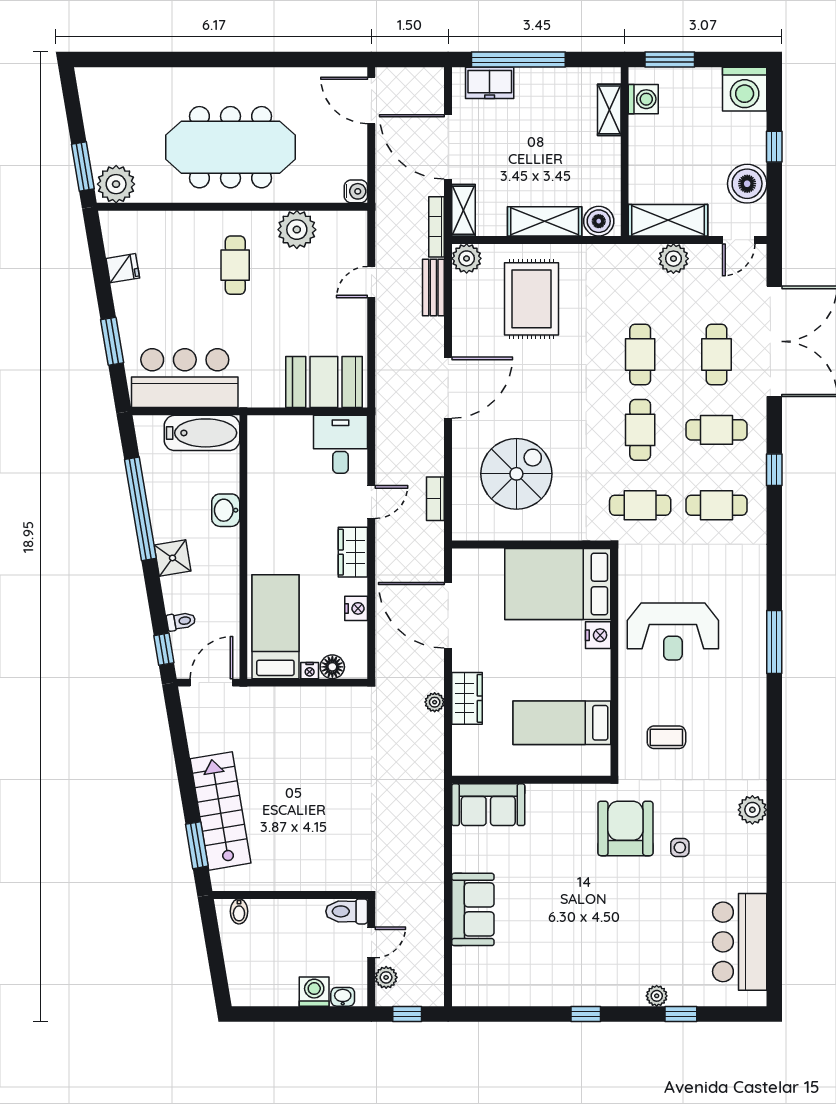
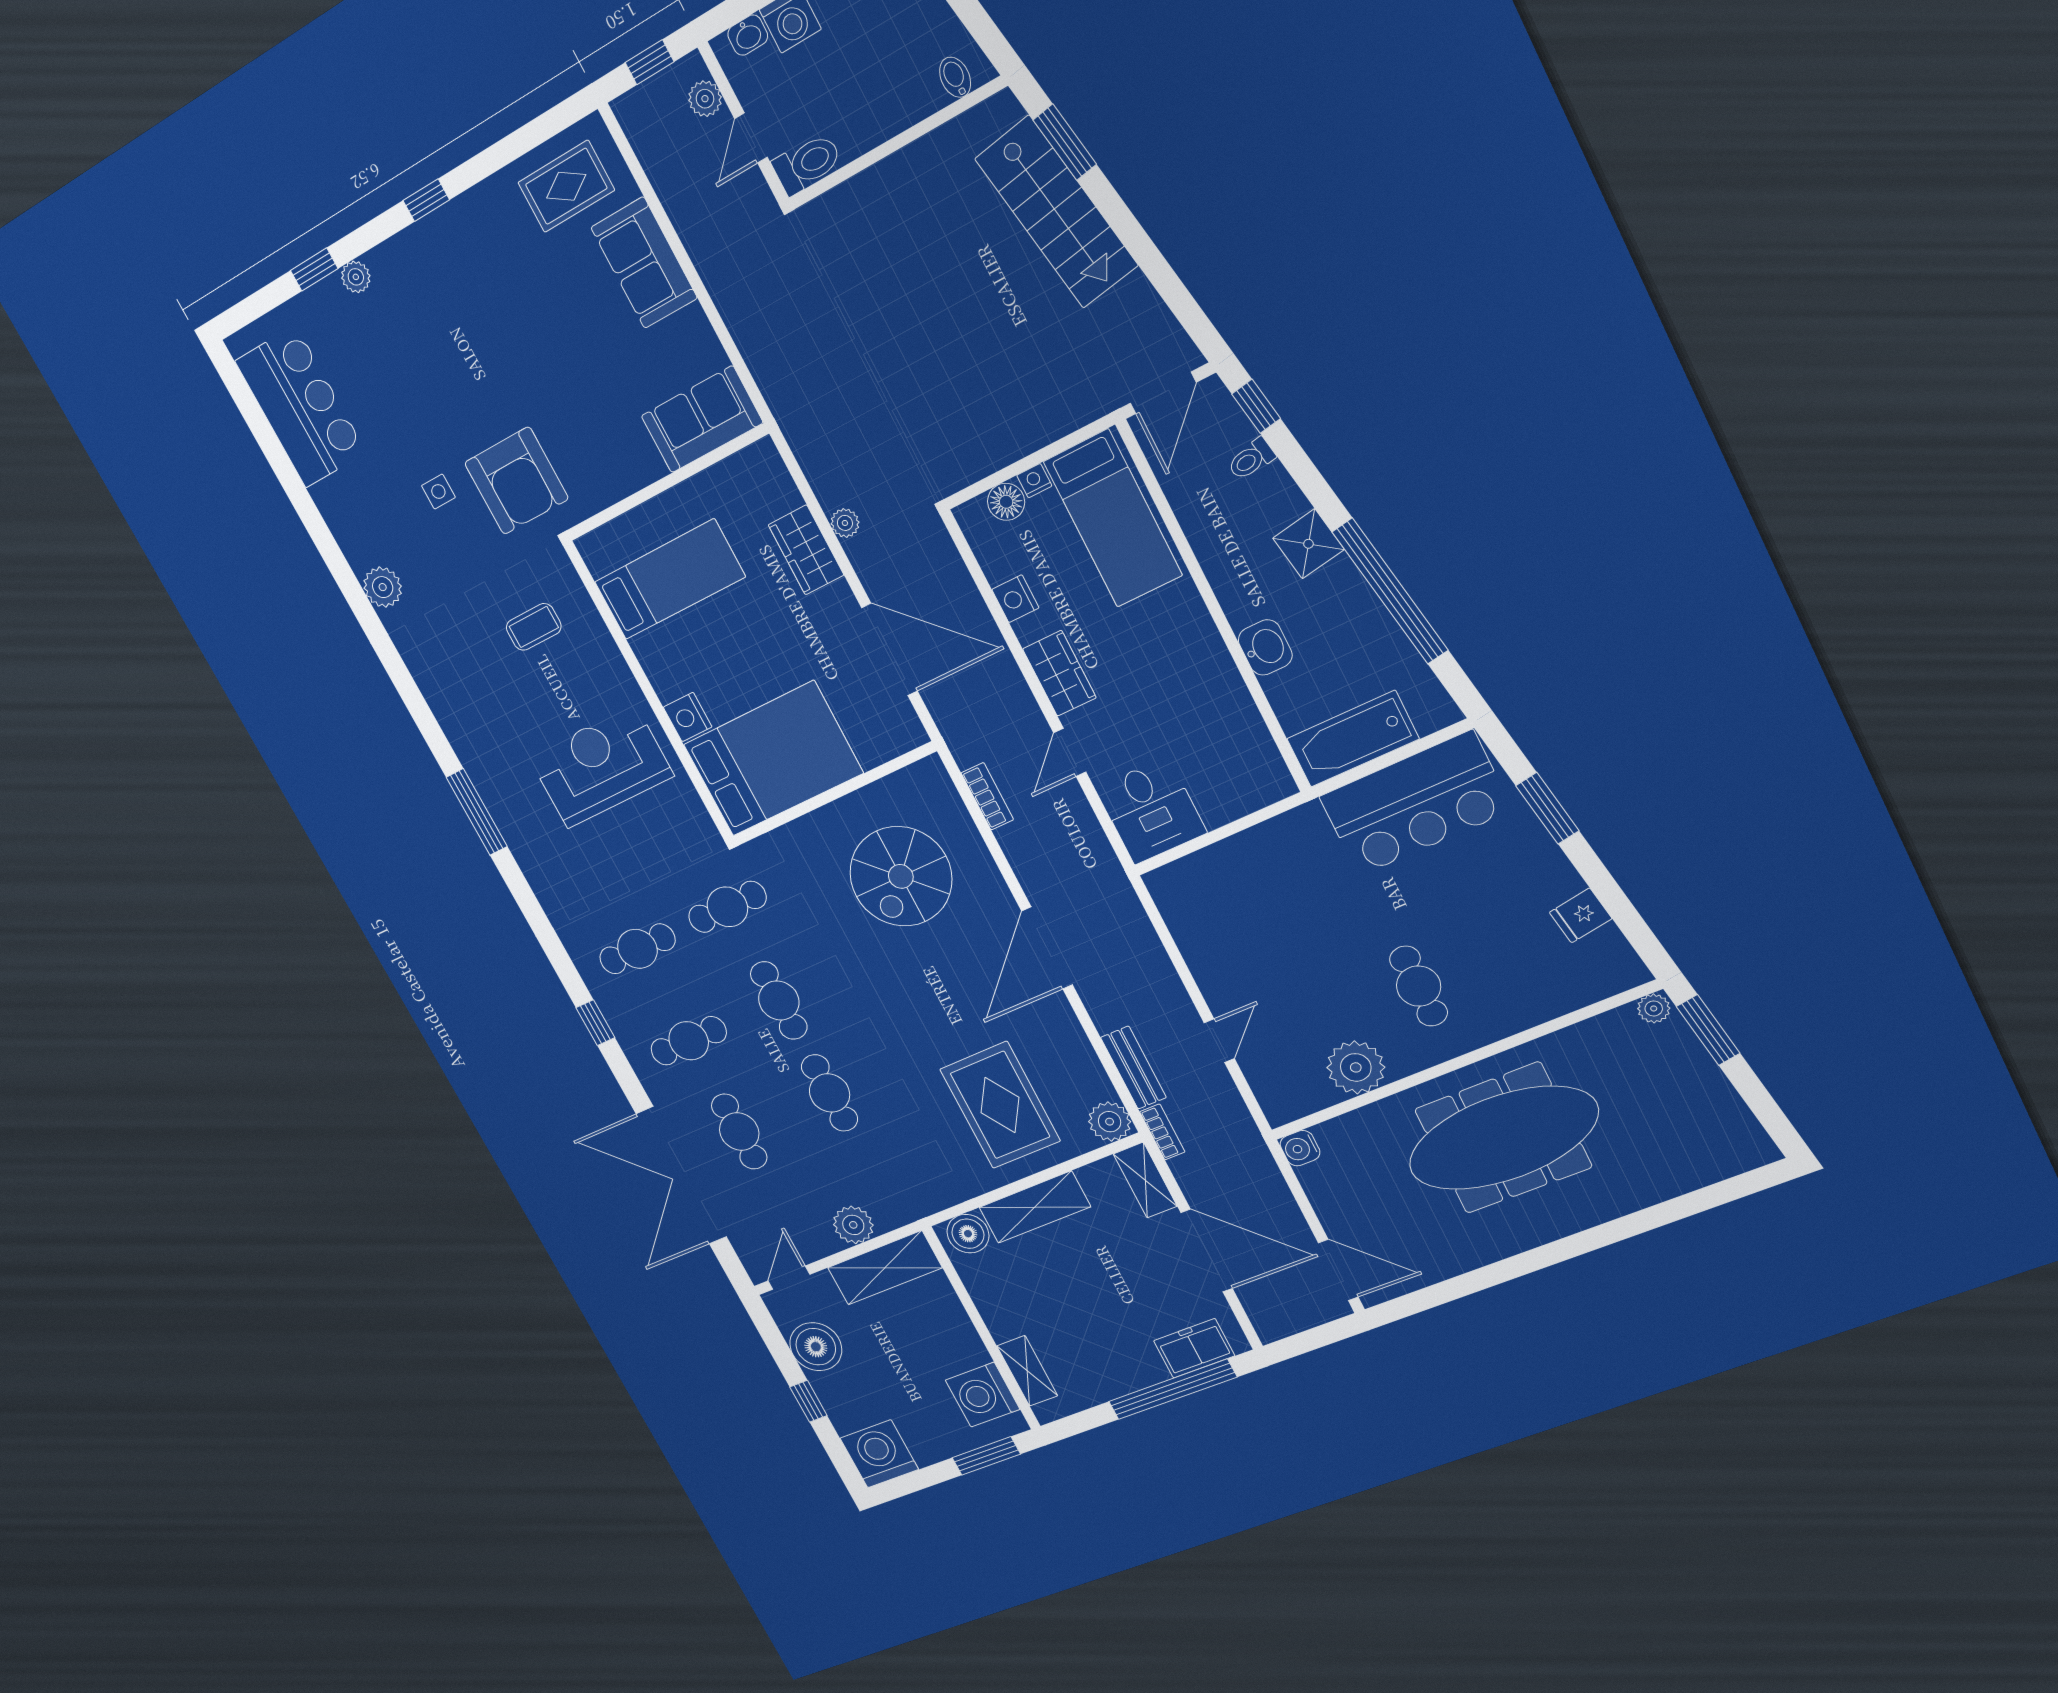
washing machine: (643, 99) -> (983, 1395), width x1.37, depth x1.37
plant: (116, 184) -> (1654, 1008), width x0.53, depth x0.53
bookcase: (436, 227) -> (1162, 1132), width x0.64
booth: (324, 382) -> (1216, 883), removed
rug: (495, 975) -> (566, 186), added

